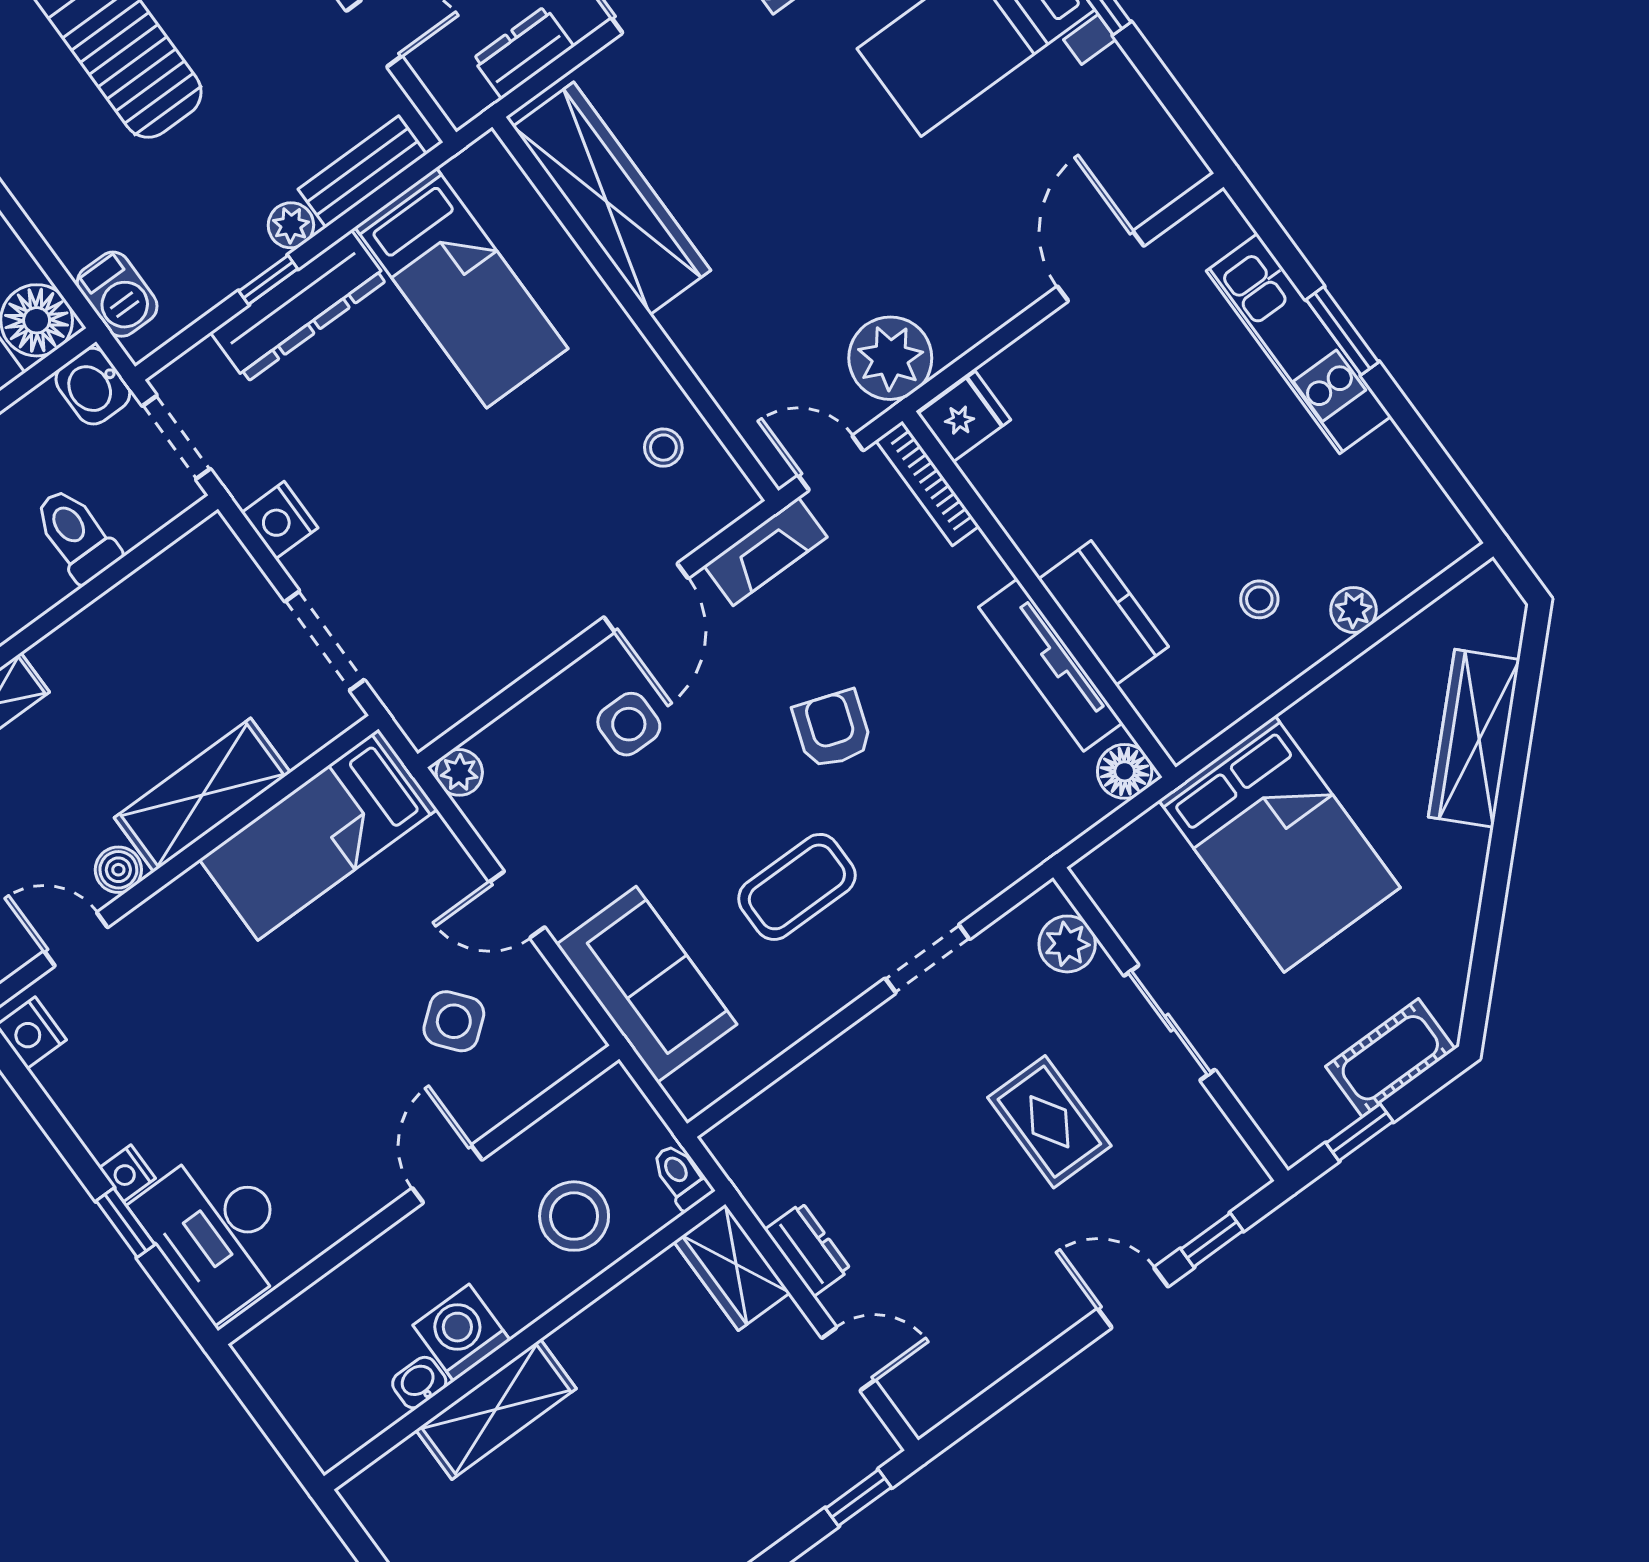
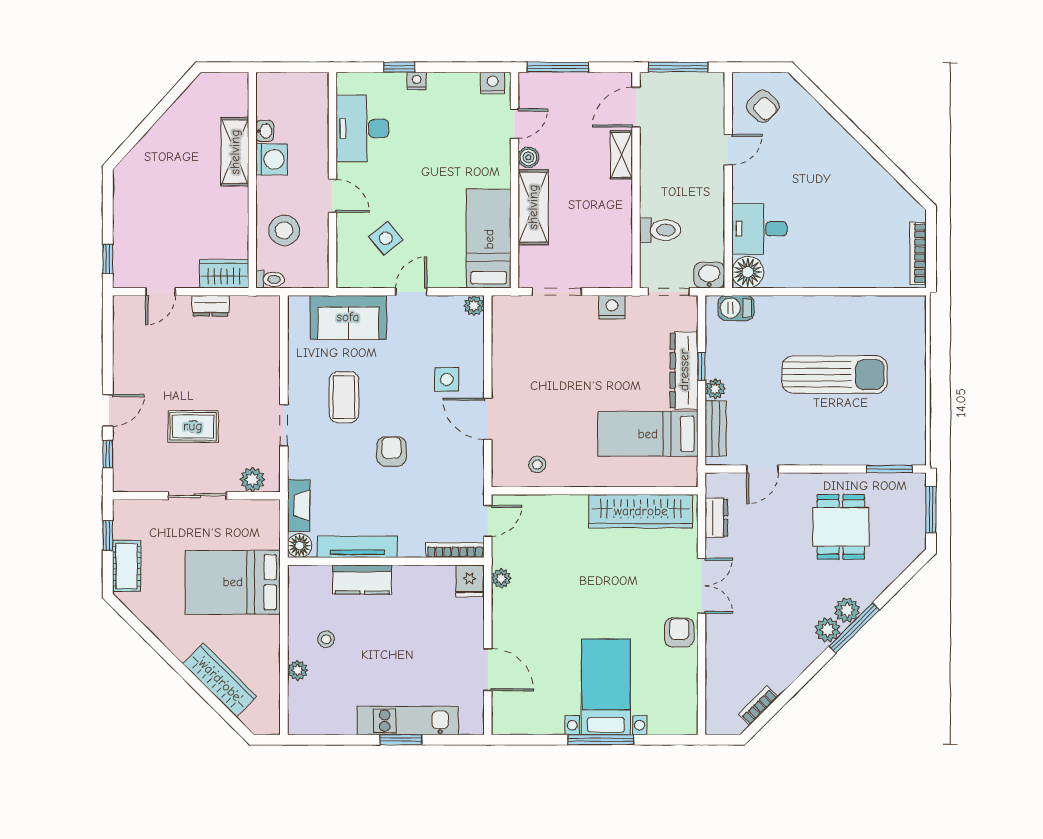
plant: (890, 358) -> (501, 578), width x0.53, depth x0.53
fireplace: (766, 551) -> (299, 506), moved, turned 180
armchair: (832, 729) -> (391, 451), turned -109
desk: (218, 1231) -> (362, 128), moved, turned -90

